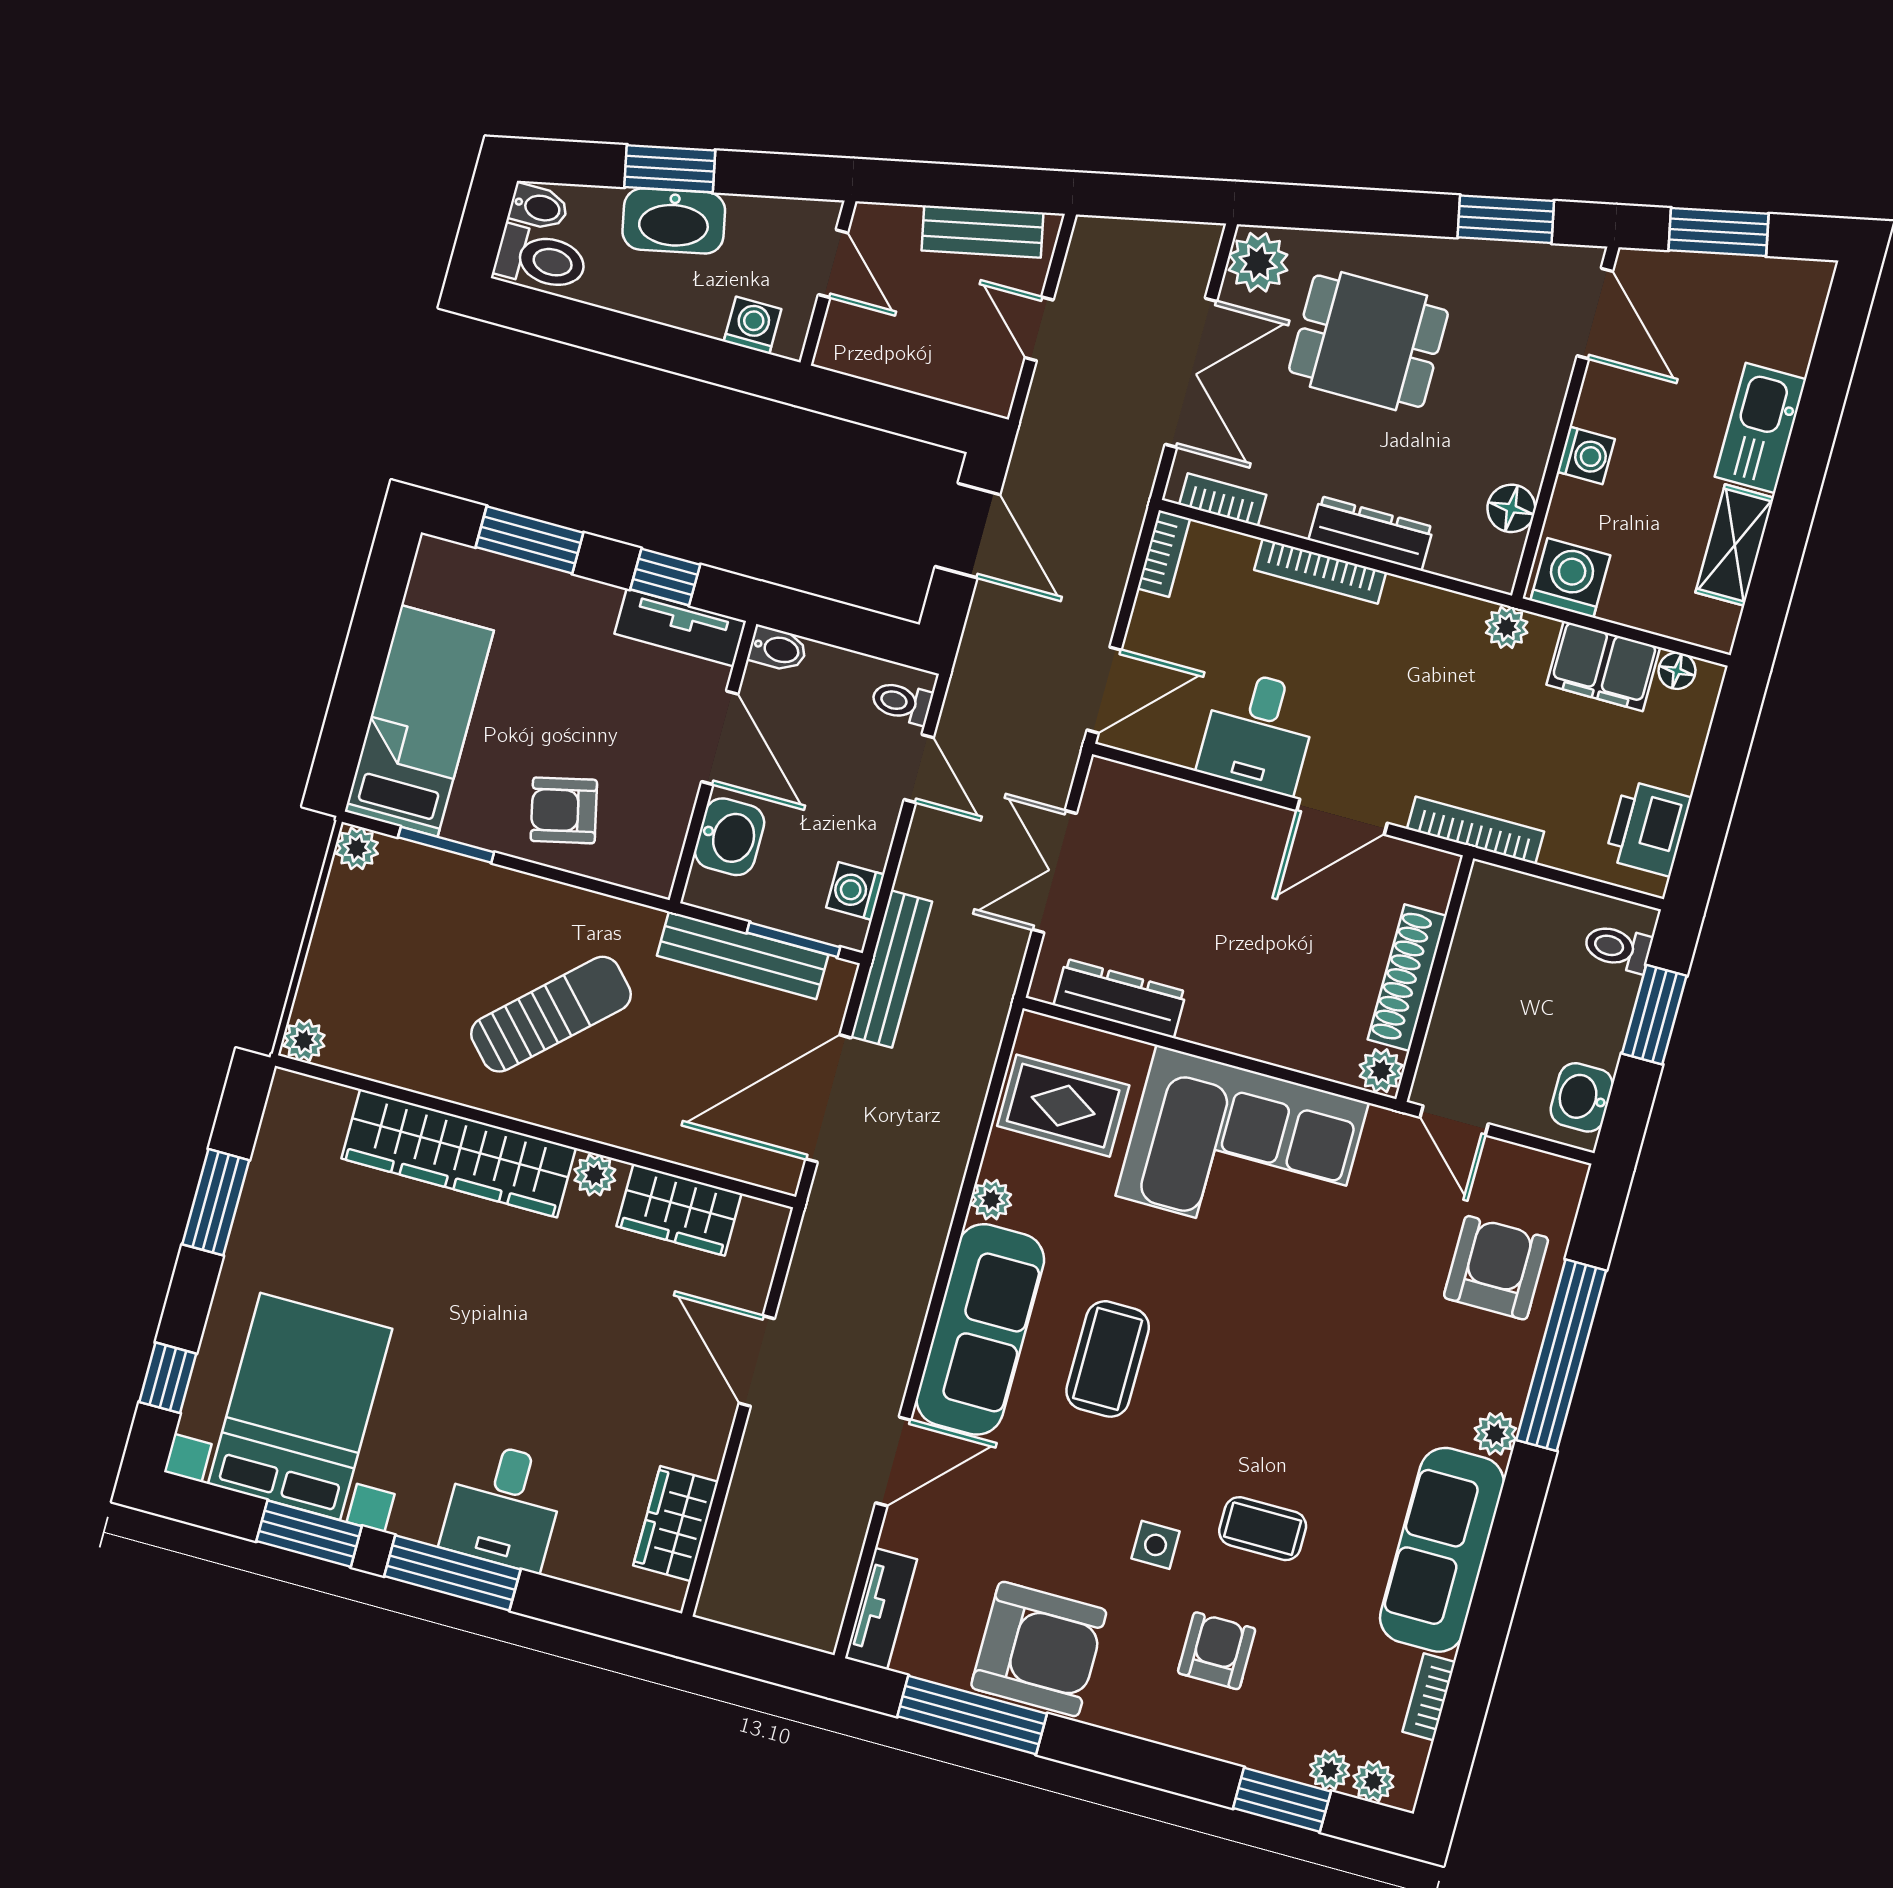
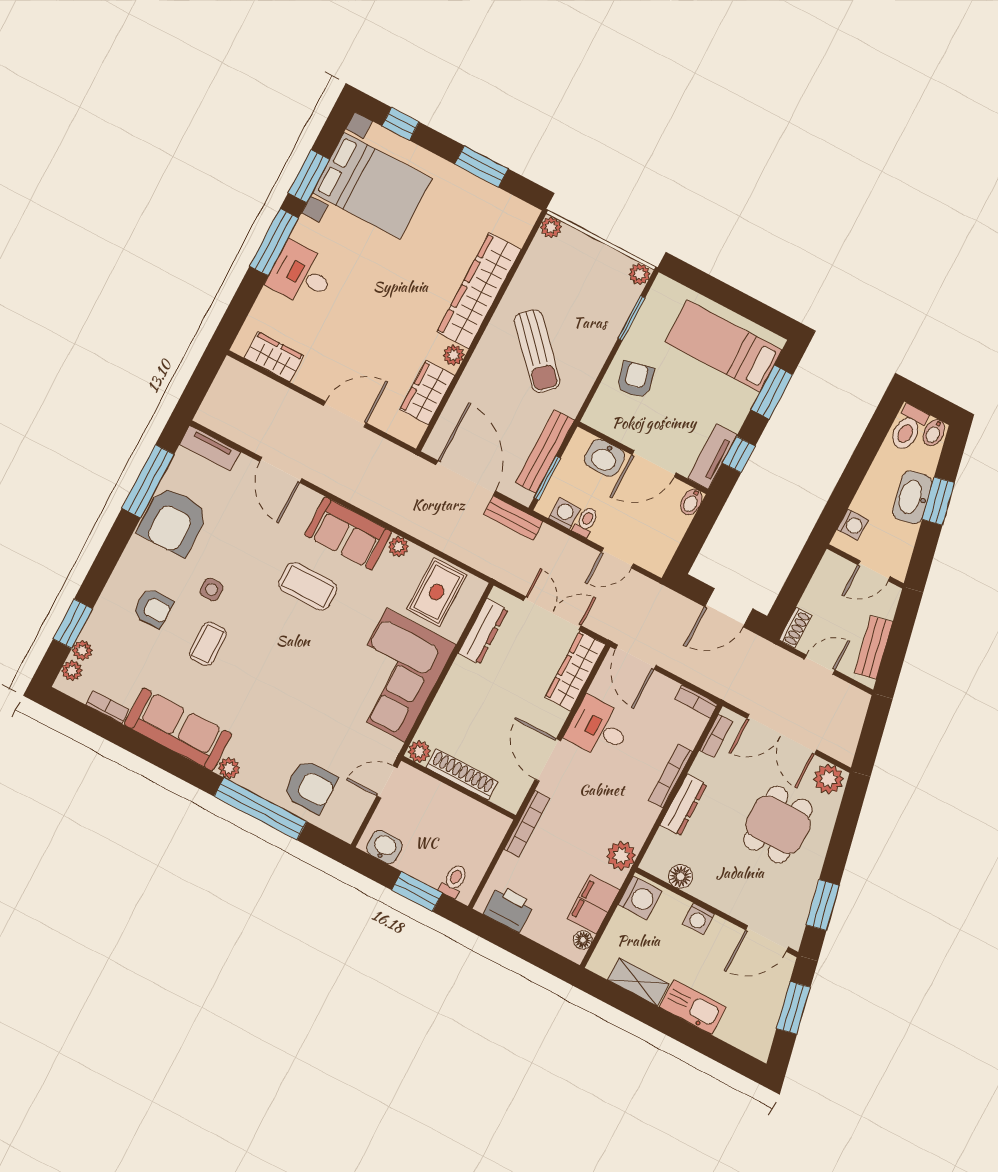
shoe rack: (978, 393) -> (795, 628), added
plant: (1507, 627) -> (621, 856), width x1.38, depth x1.38
toilet: (902, 702) -> (586, 522), moved
bed: (419, 721) -> (723, 346), moved, turned 180
wardrobe: (1157, 802) -> (575, 671), added
bench: (891, 969) -> (513, 518), width x0.73
sofa: (980, 1329) -> (348, 534), width x0.73

